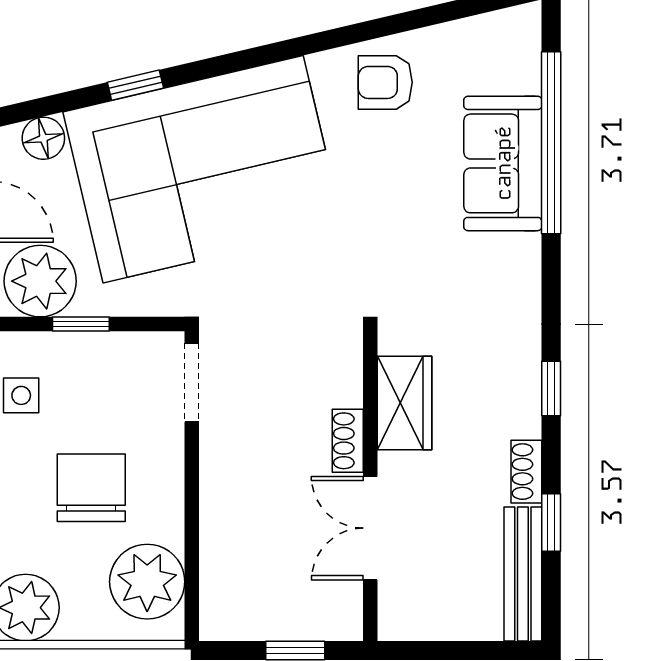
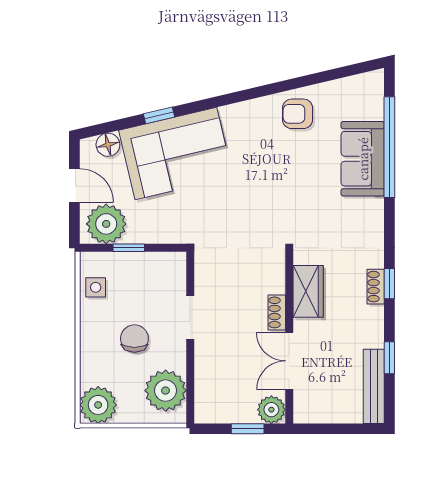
corner sofa: (203, 169) -> (176, 154), width x0.73, depth x0.74
doorway: (192, 382) -> (190, 317), moved
shoe rack: (526, 472) -> (376, 287), moved
chair: (91, 488) -> (134, 338), width x0.73, depth x0.73
plant: (338, 616) -> (271, 410), added

